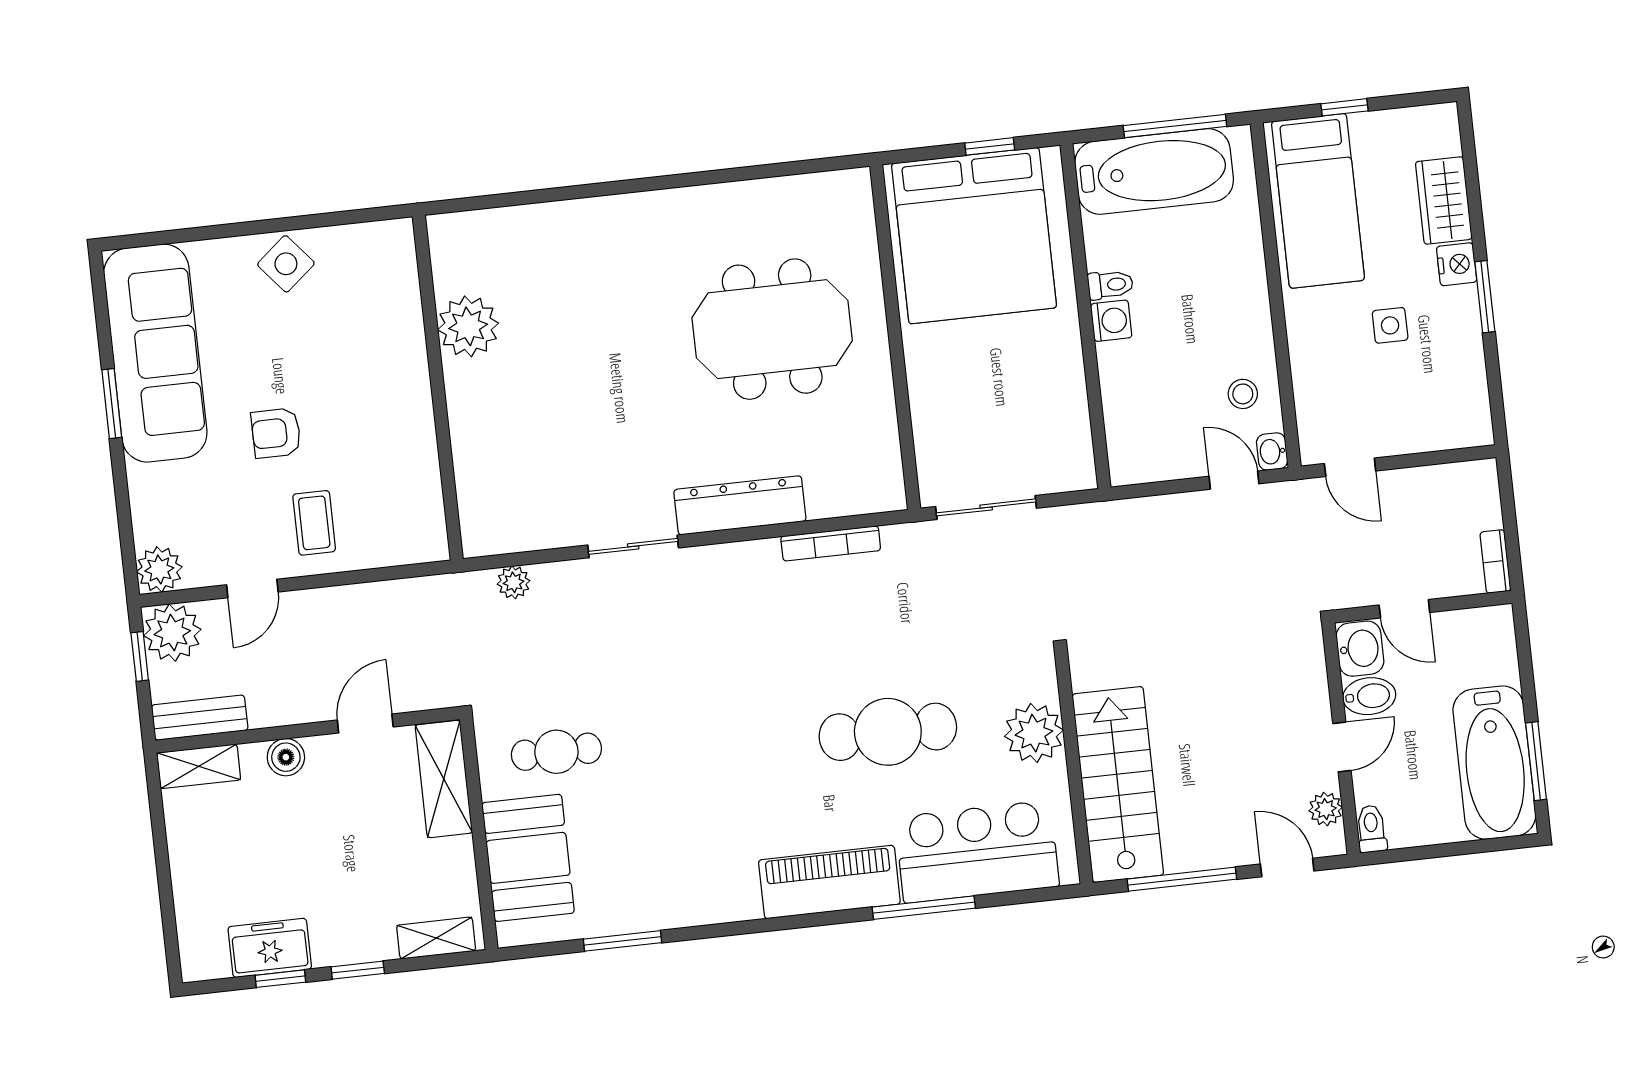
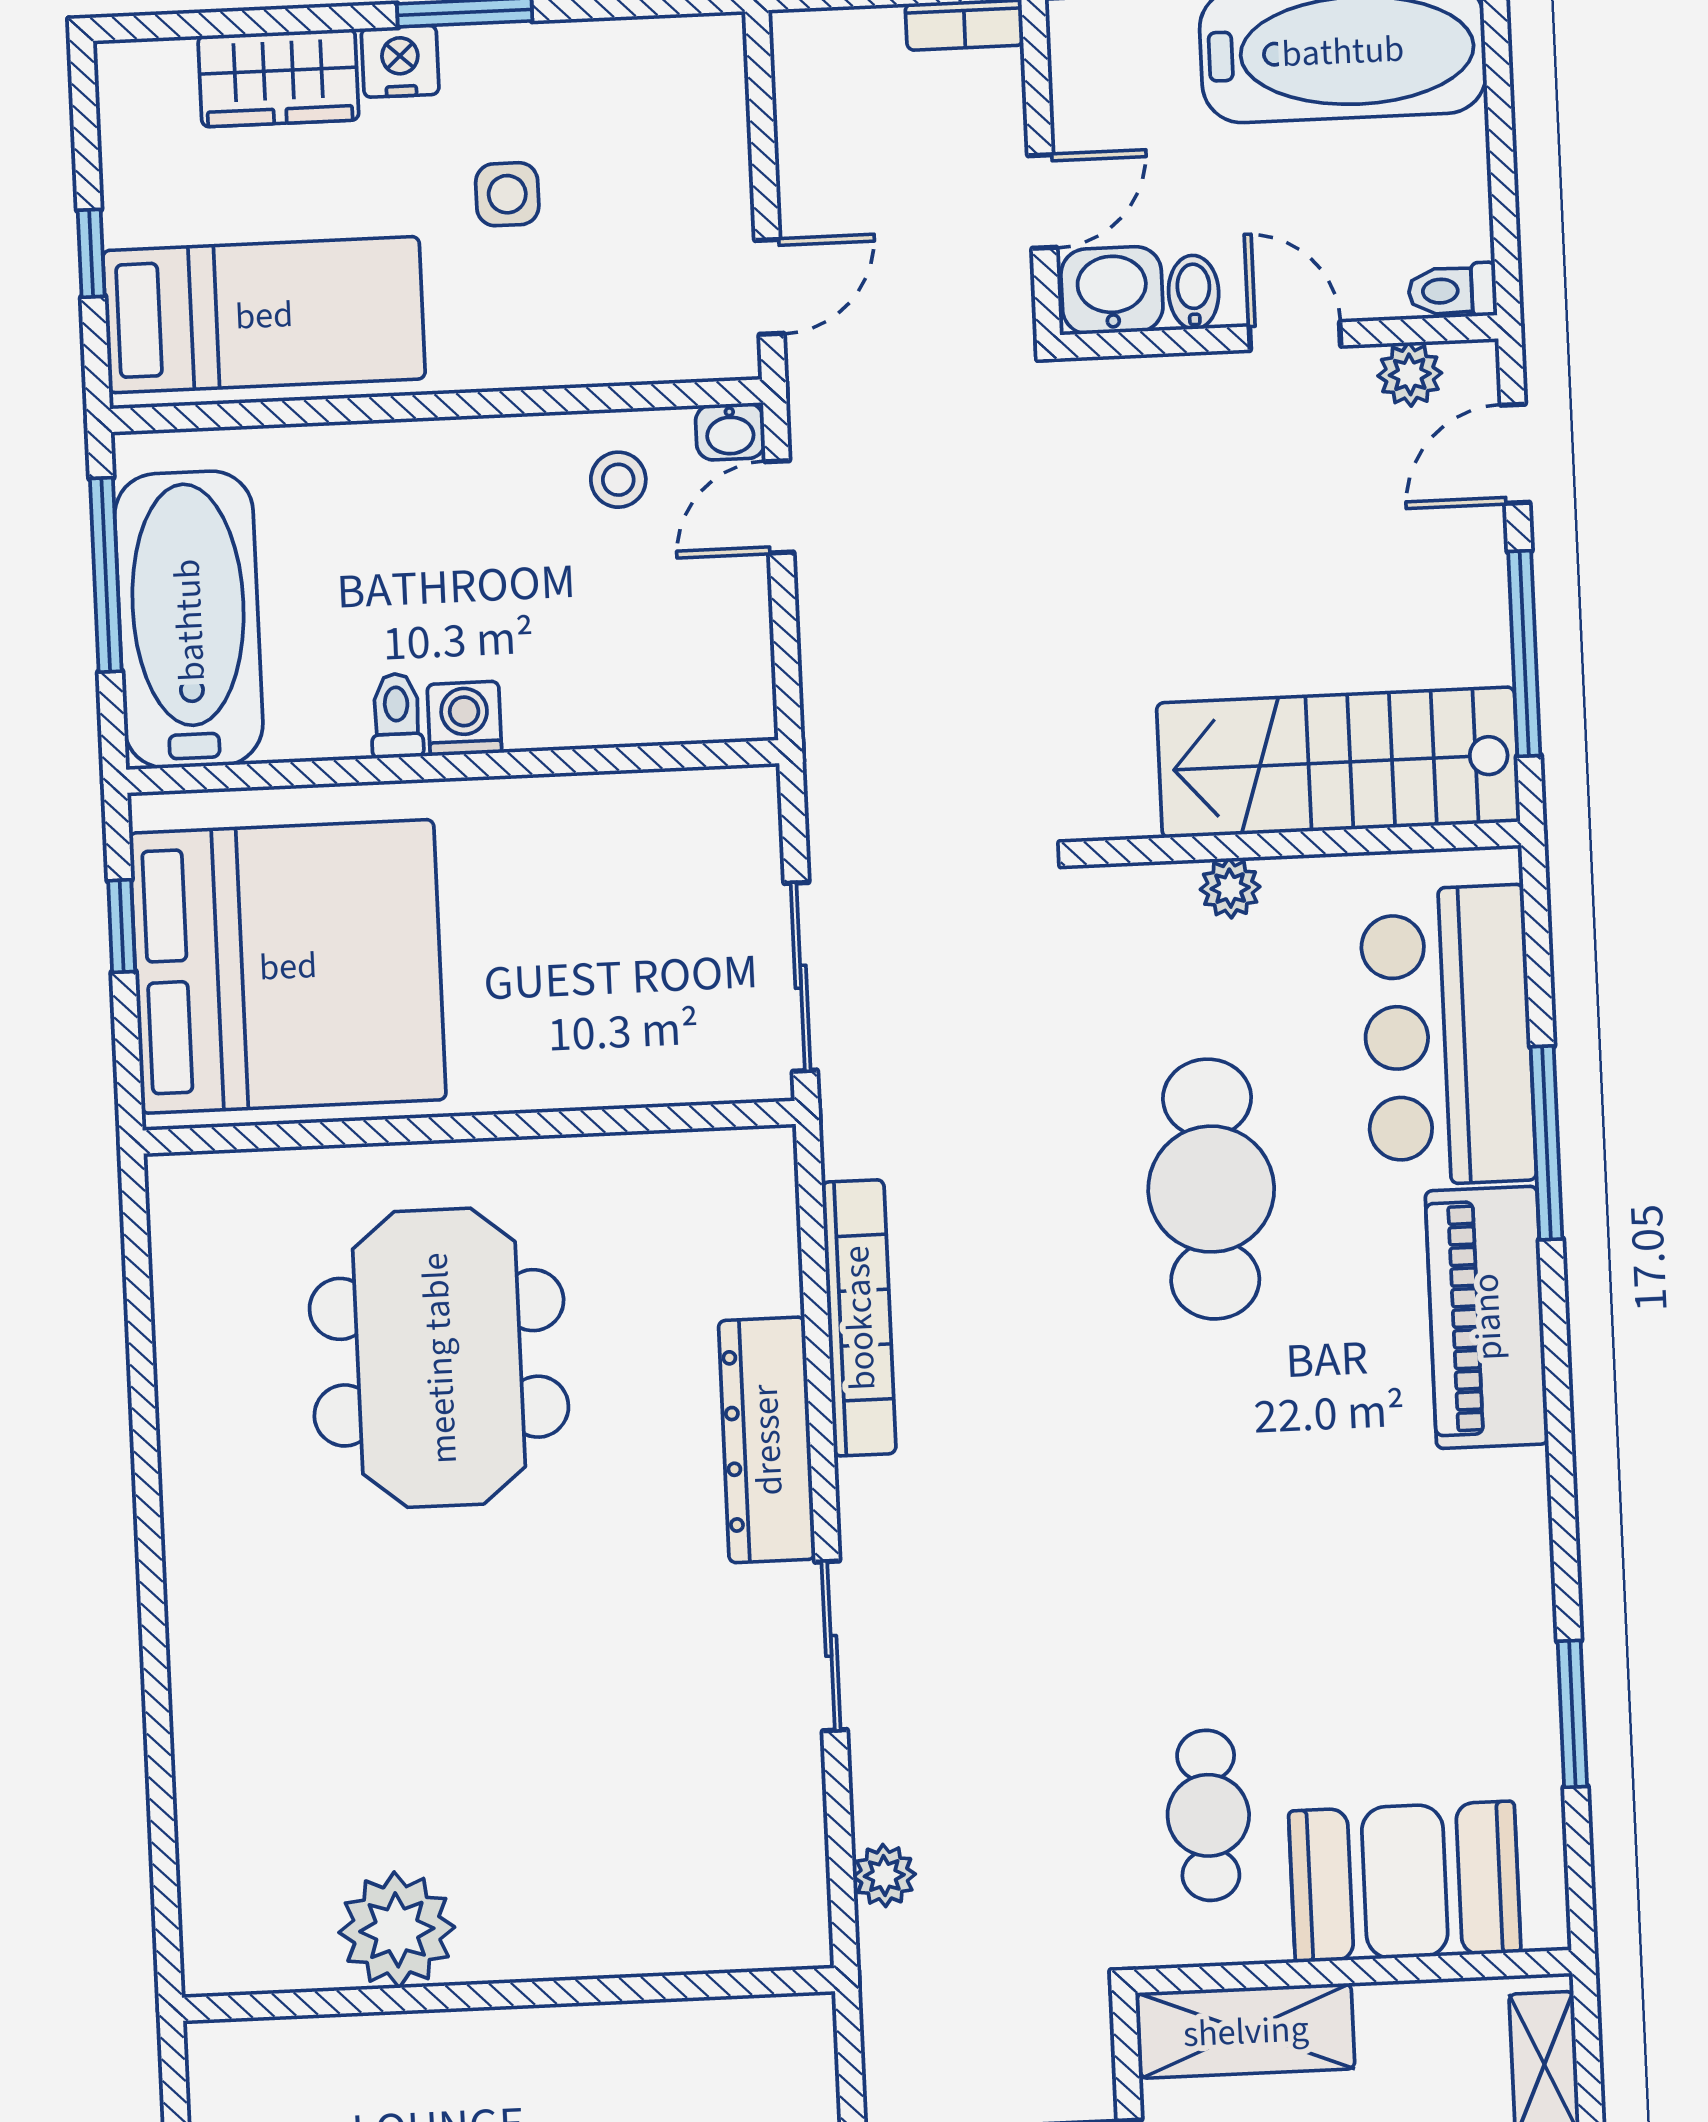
bookcase: (831, 543) -> (859, 1318), width x1.48, depth x1.31
bidet: (1369, 696) -> (1194, 292), width x0.72, depth x0.74
plant: (1034, 733) -> (1230, 888), width x0.53, depth x0.53

